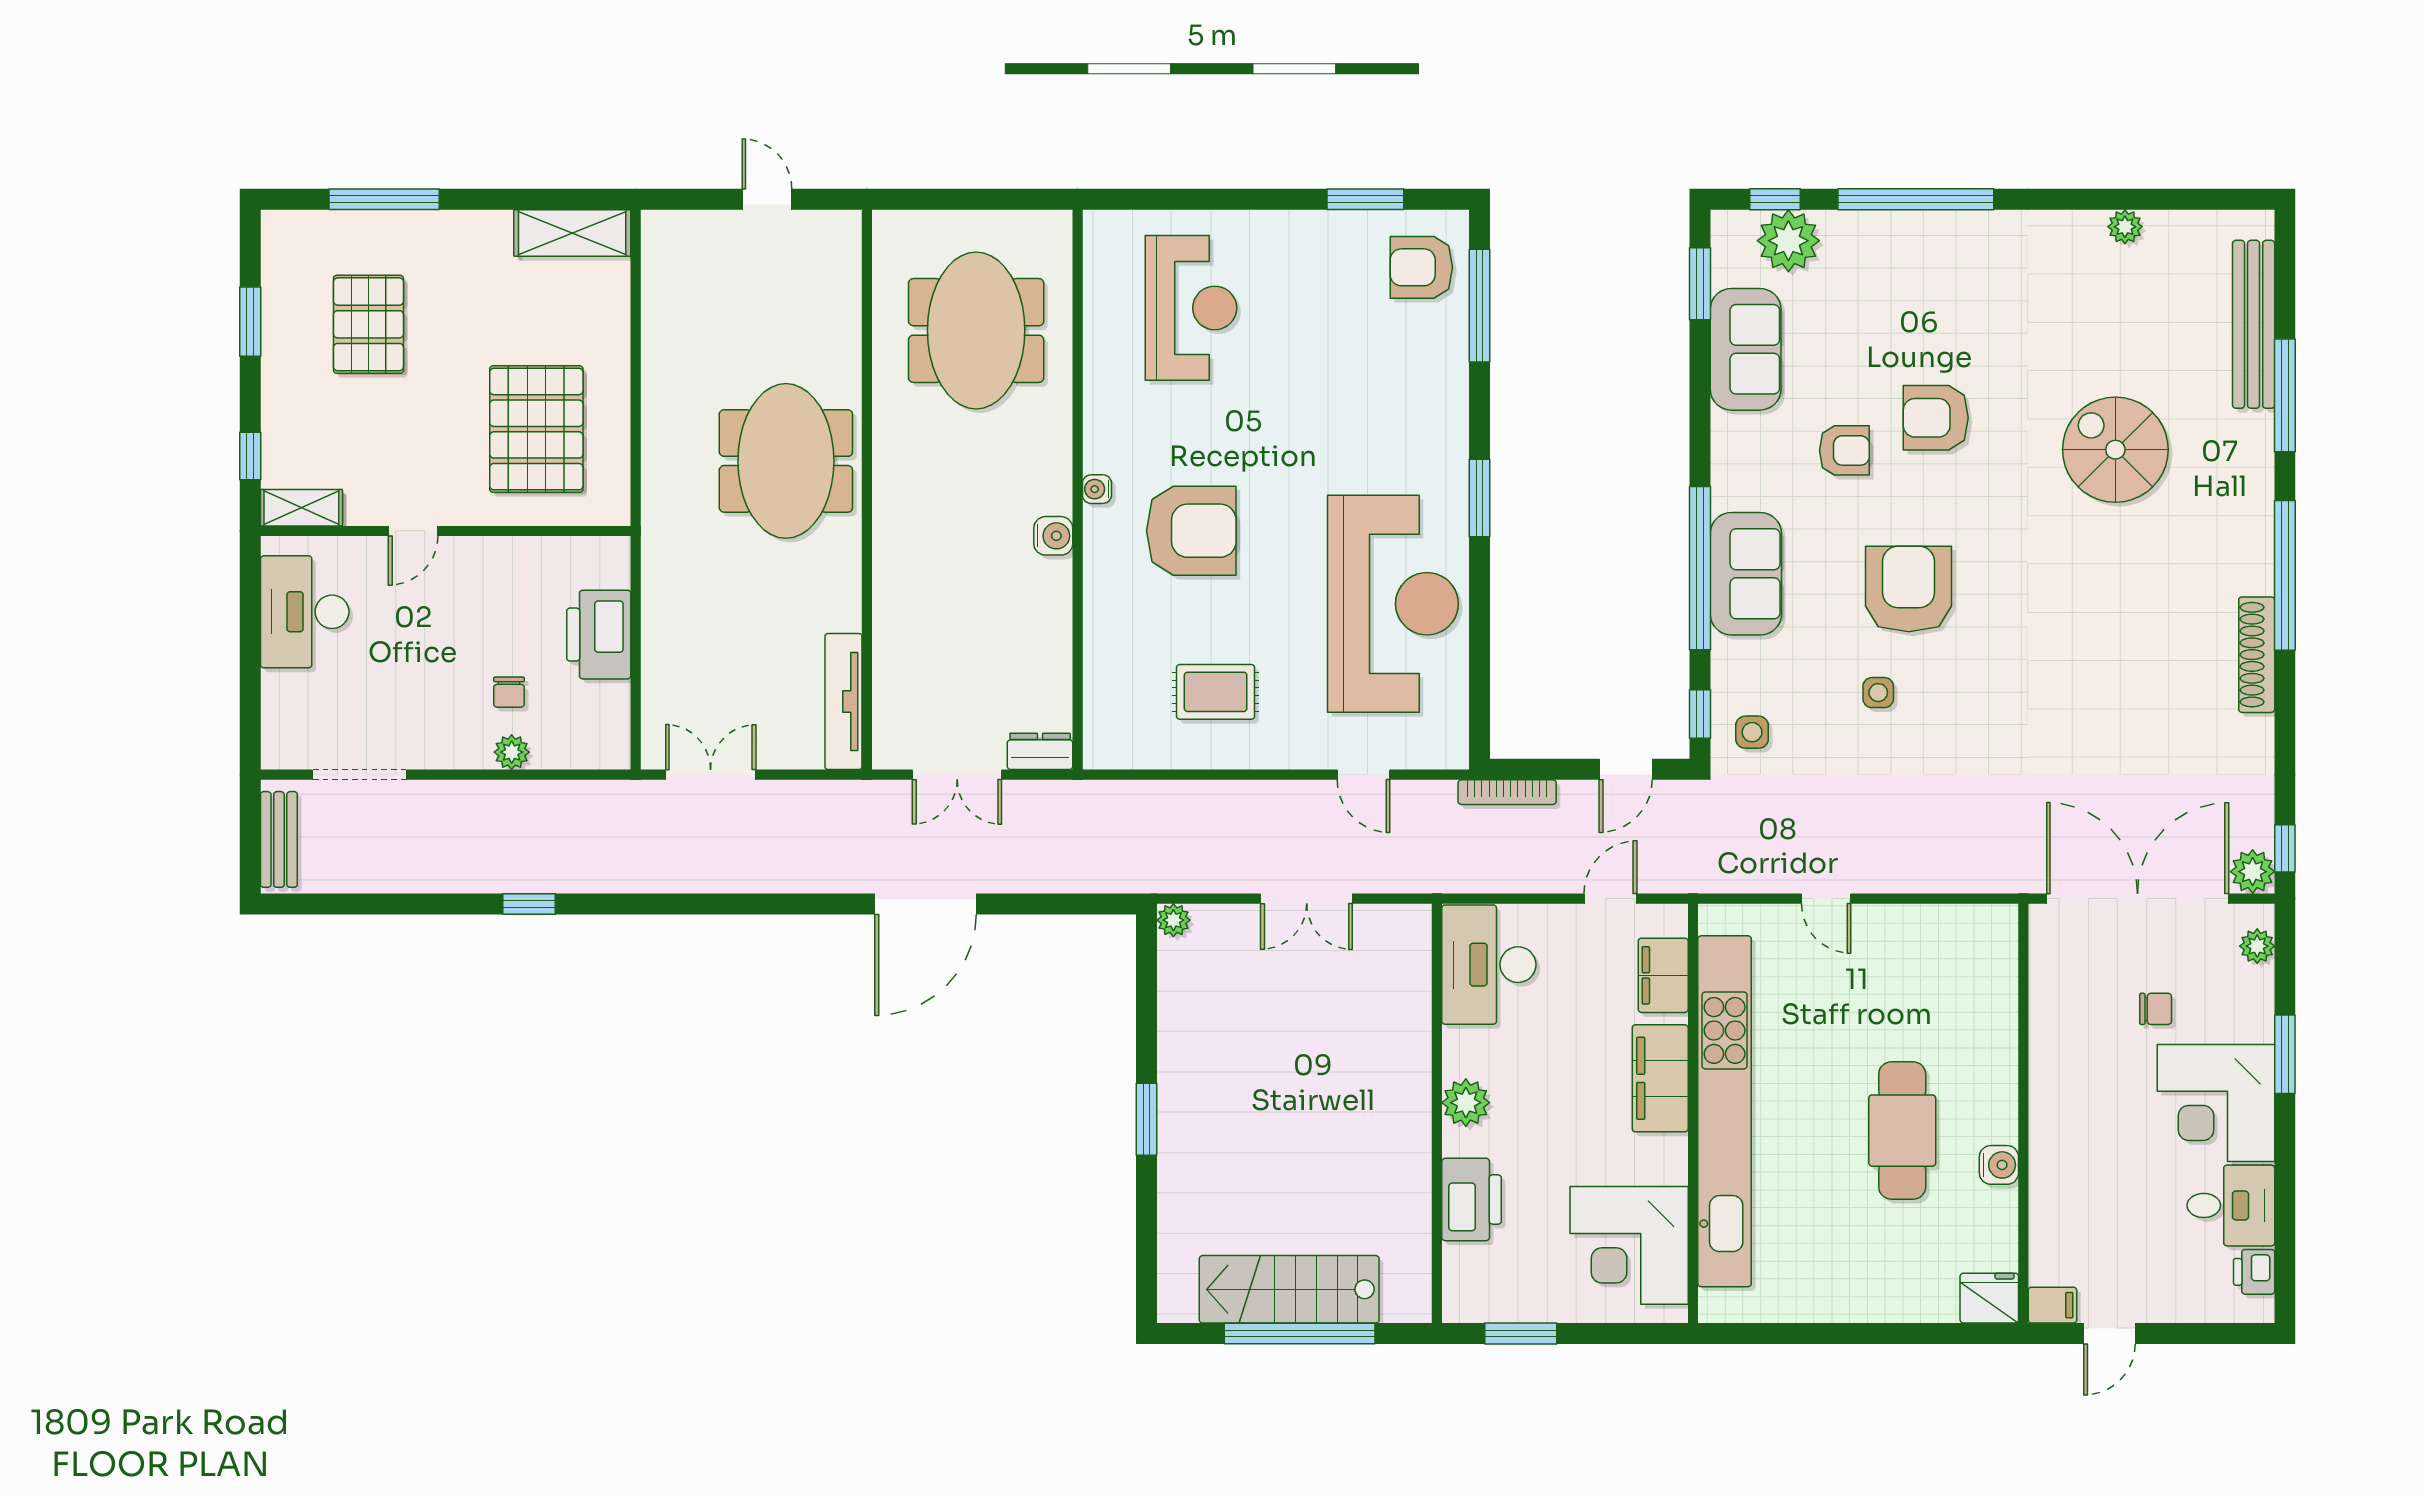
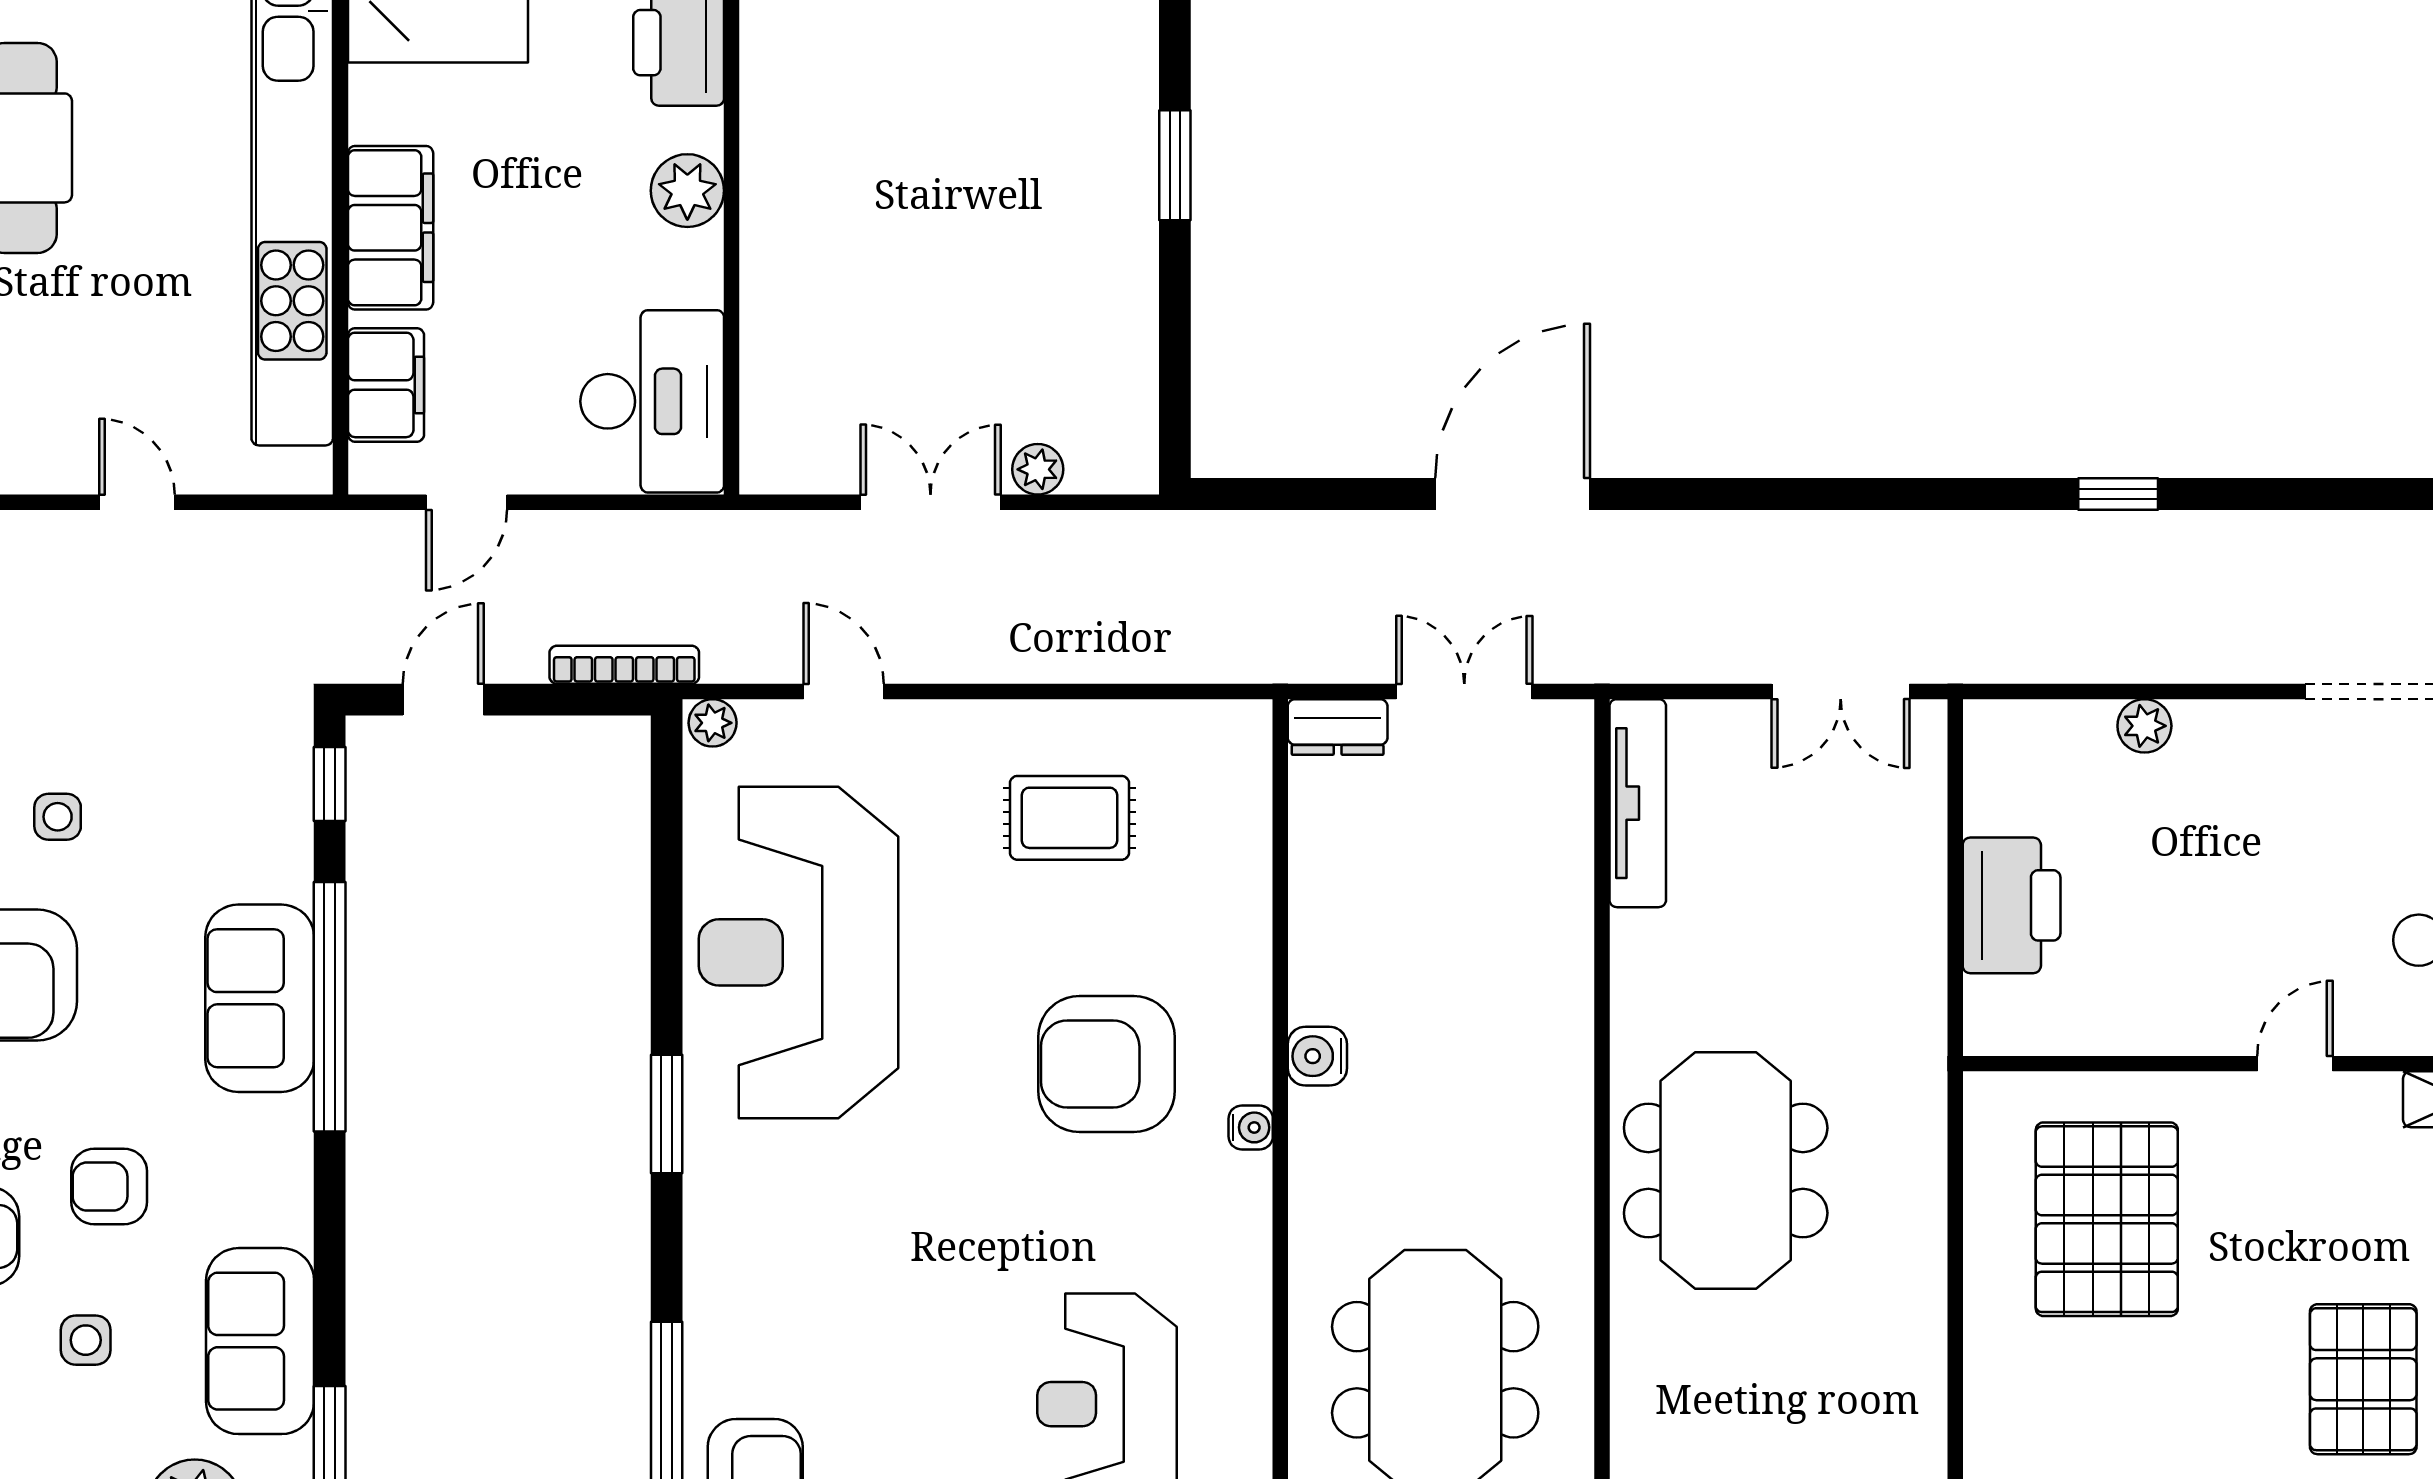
chair: (509, 692) -> (2149, 817), removed
side table: (1752, 732) -> (86, 1340), moved
plant: (1449, 754) -> (713, 723), added
plant: (1173, 920) -> (1038, 469), moved

